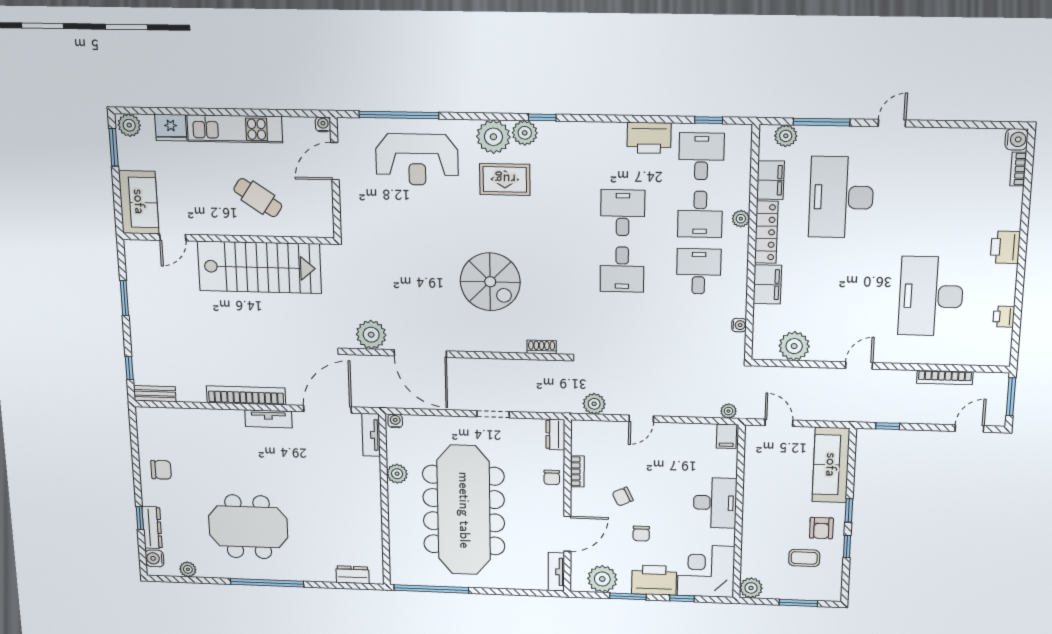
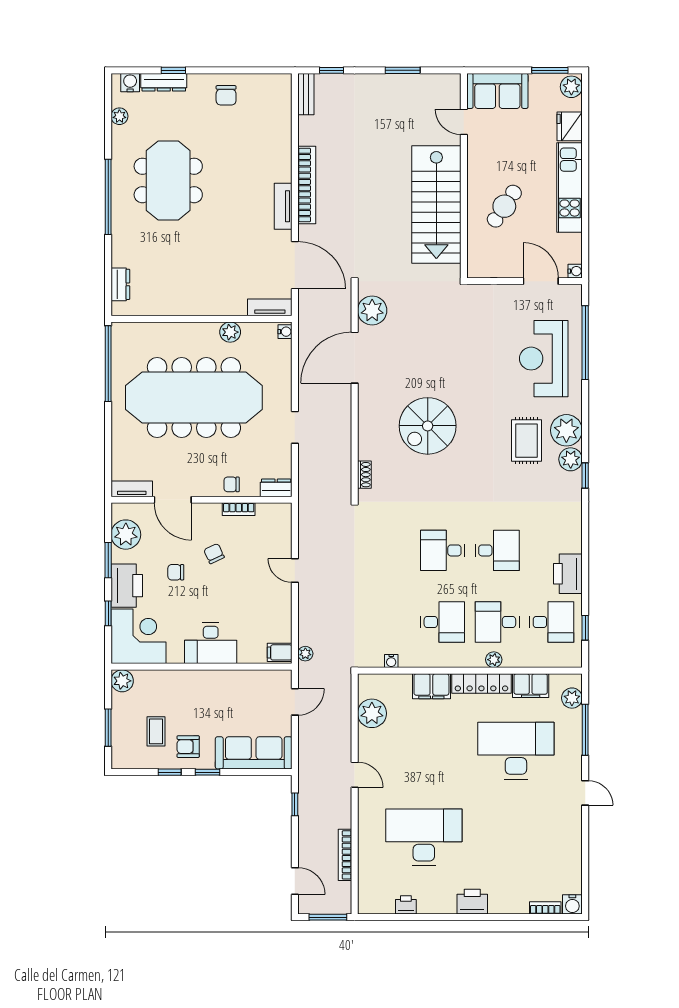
plant: (594, 404) -> (309, 525), removed

